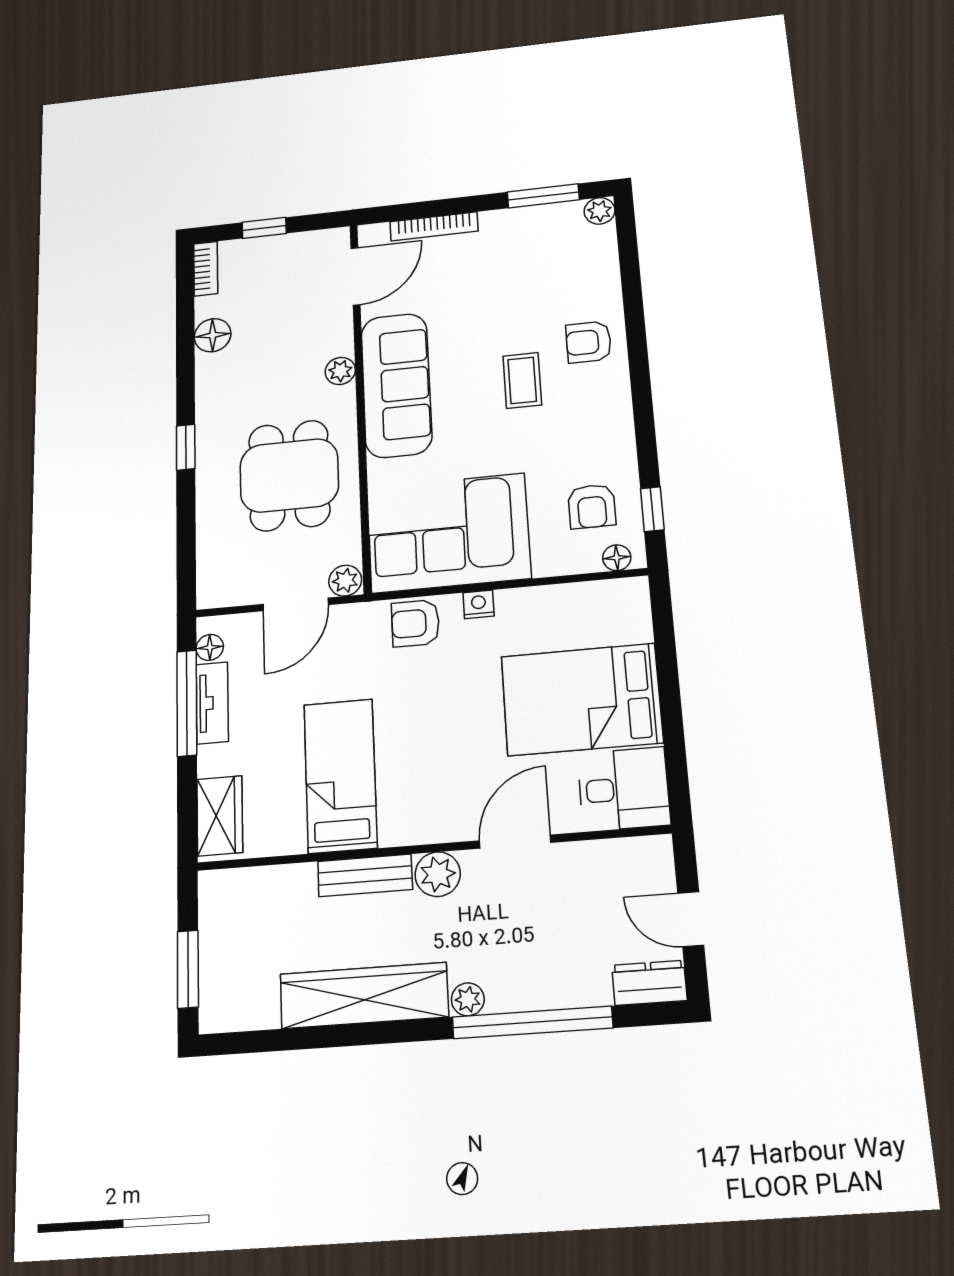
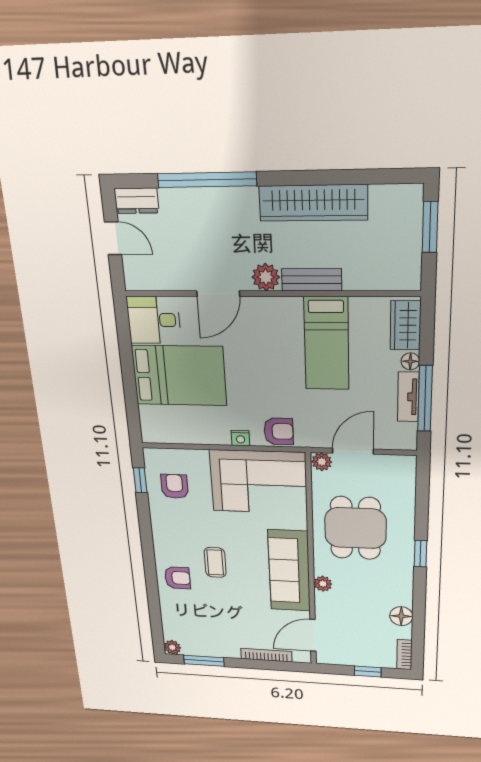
floor lamp: (617, 558) -> (160, 455), removed
floor lamp: (210, 647) -> (410, 361), moved
plant: (468, 999) -> (247, 197), removed

